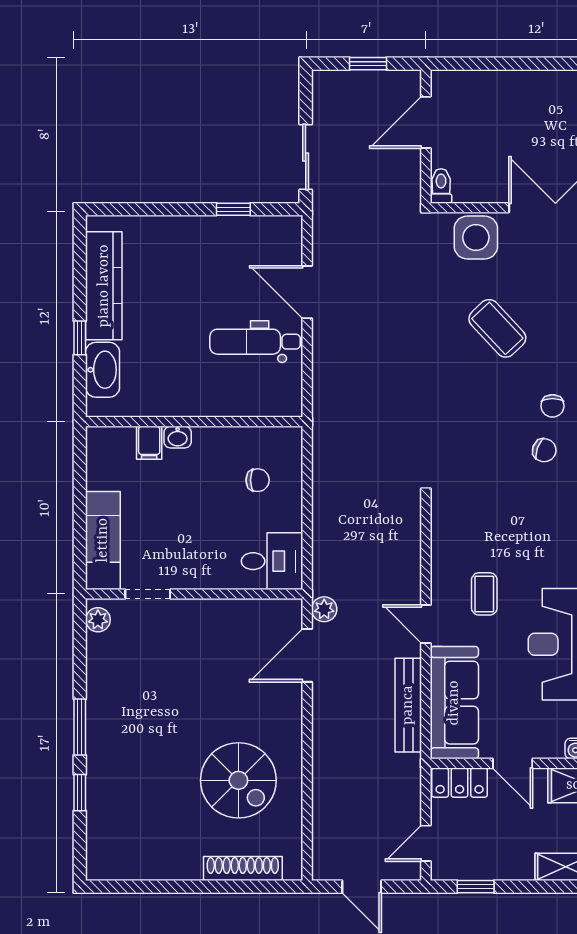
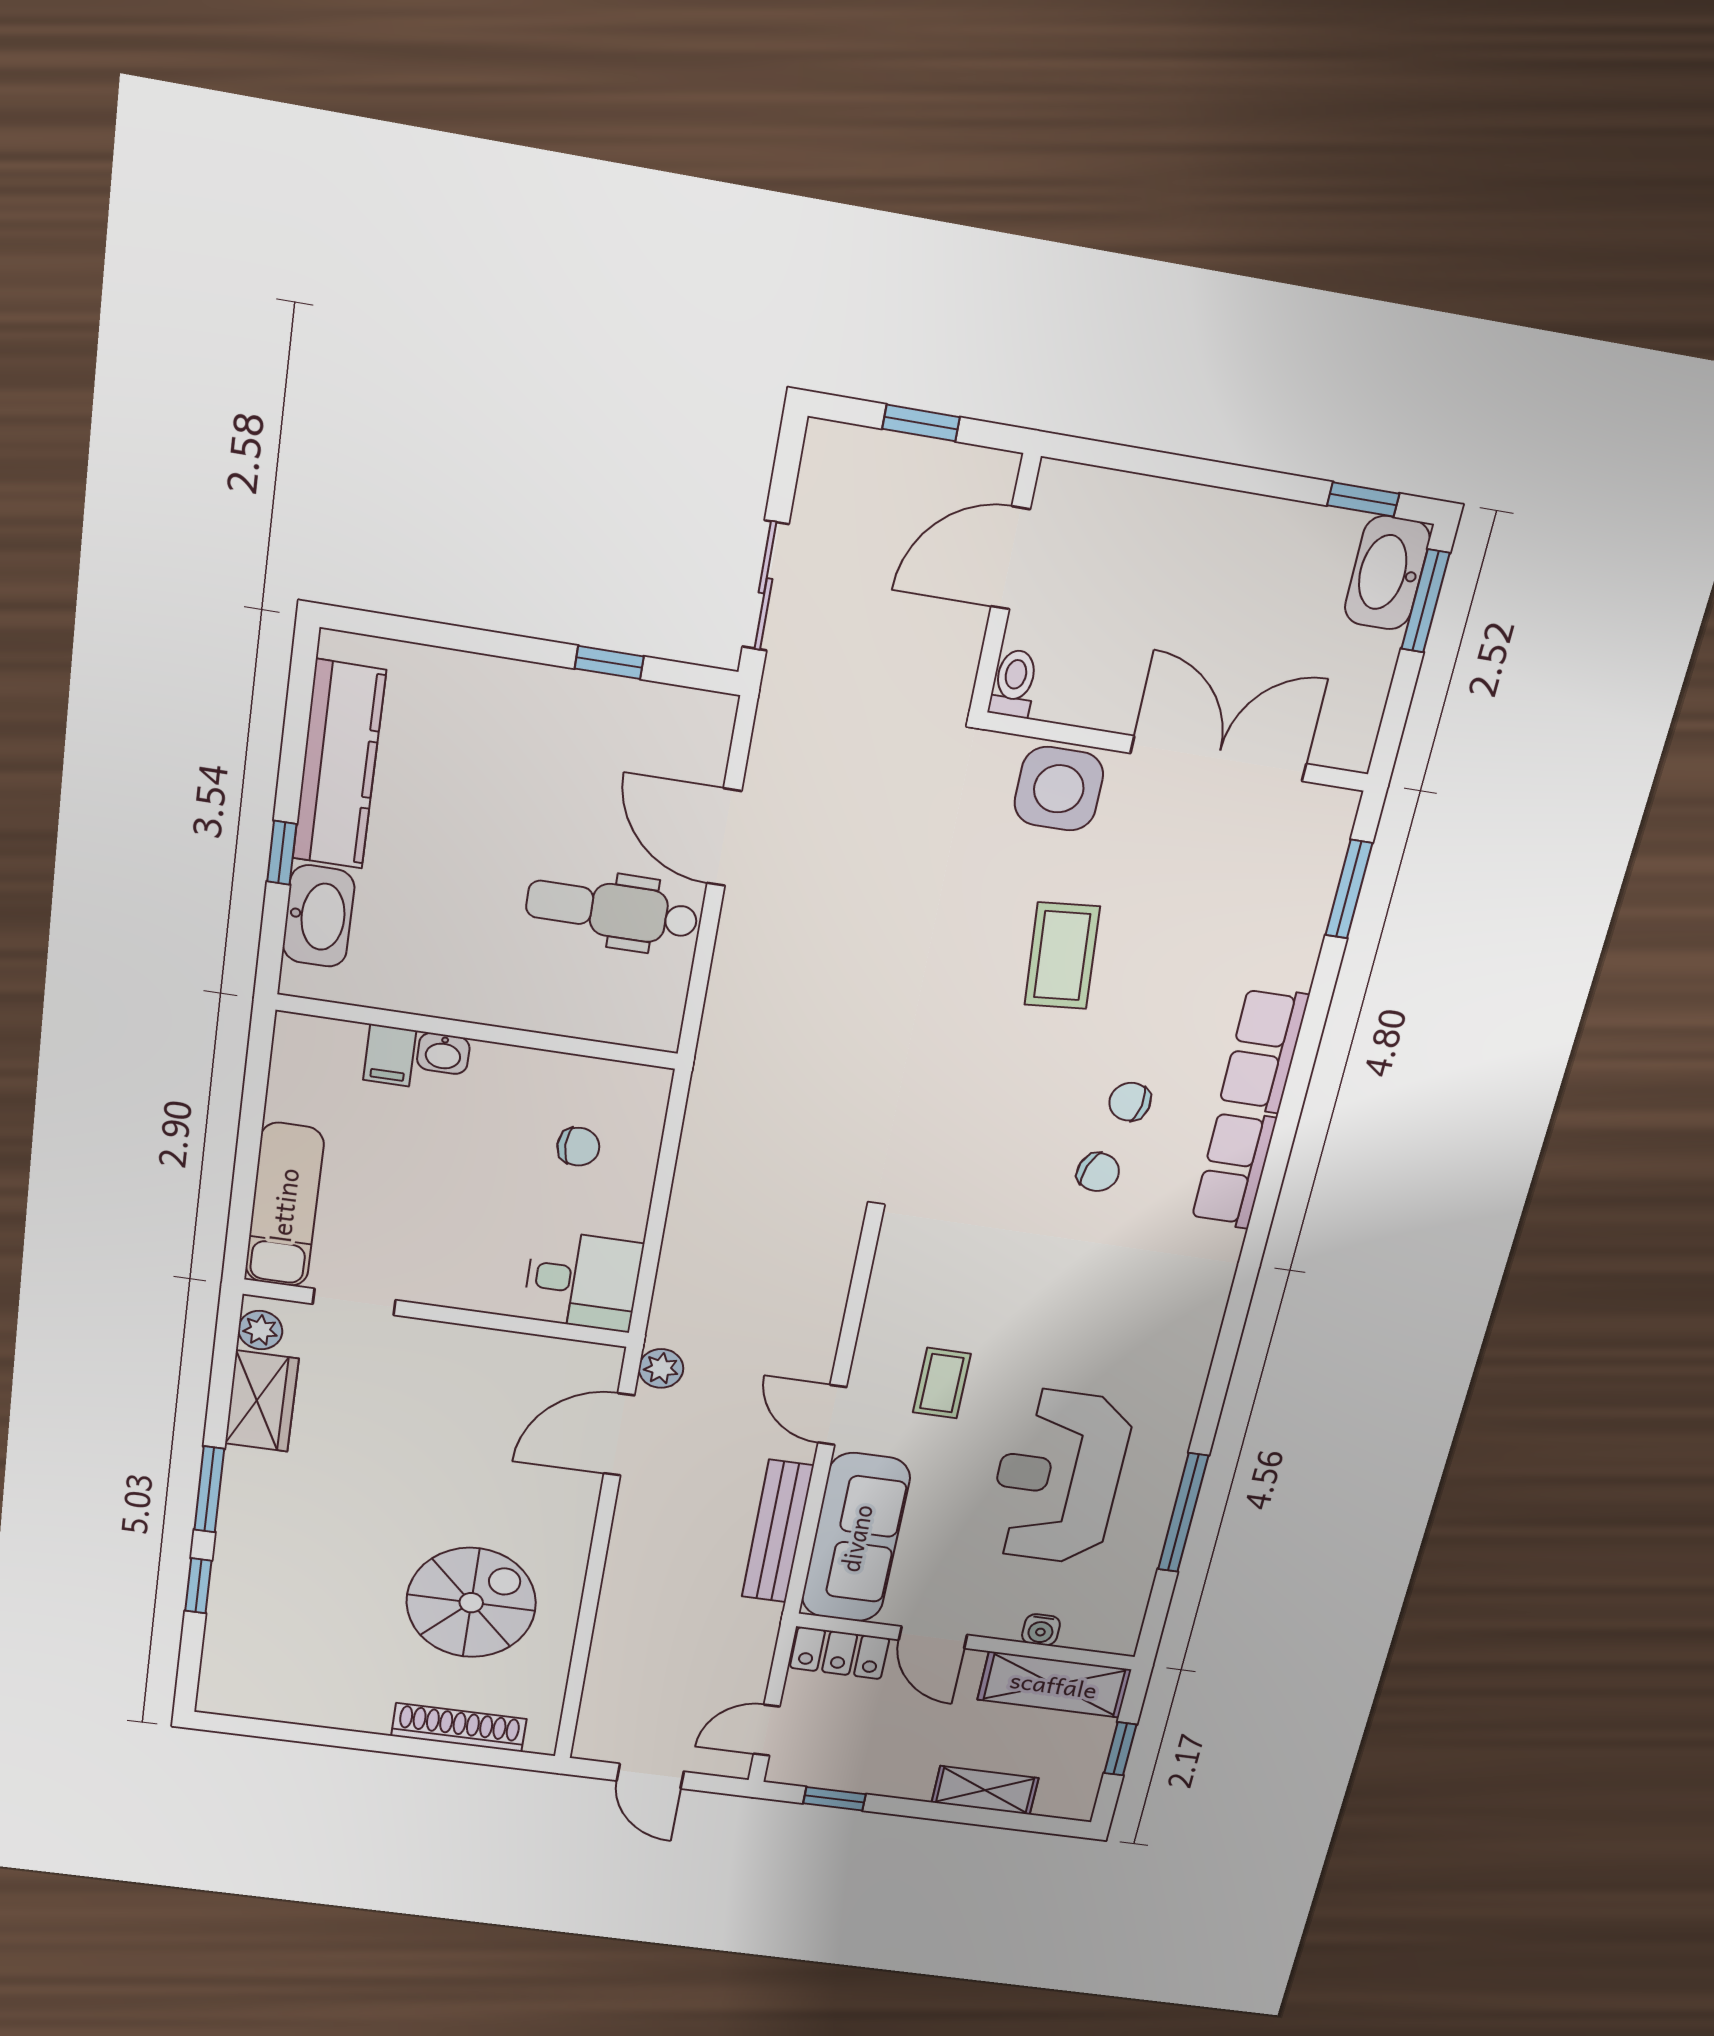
coffee table: (497, 328) -> (1062, 956), turned 38
chair: (552, 406) -> (1130, 1102), turned 99
wardrobe: (103, 665) -> (262, 1401), added
spiral stairs: (238, 780) -> (471, 1603), turned -90

